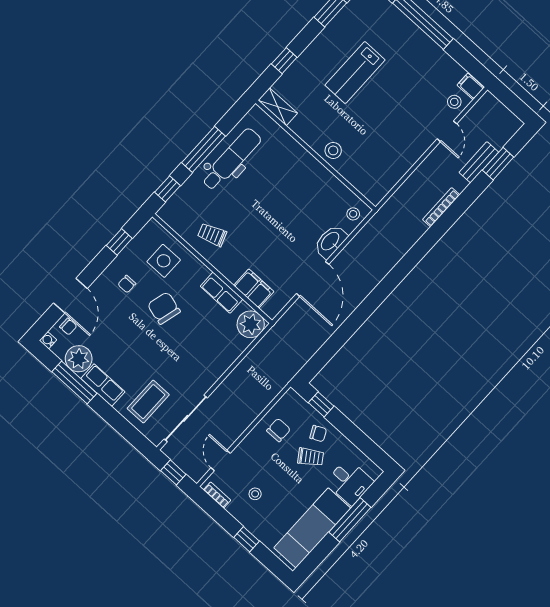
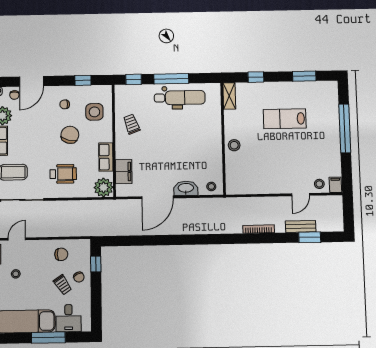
wheelchair: (198, 352) -> (63, 174), added

